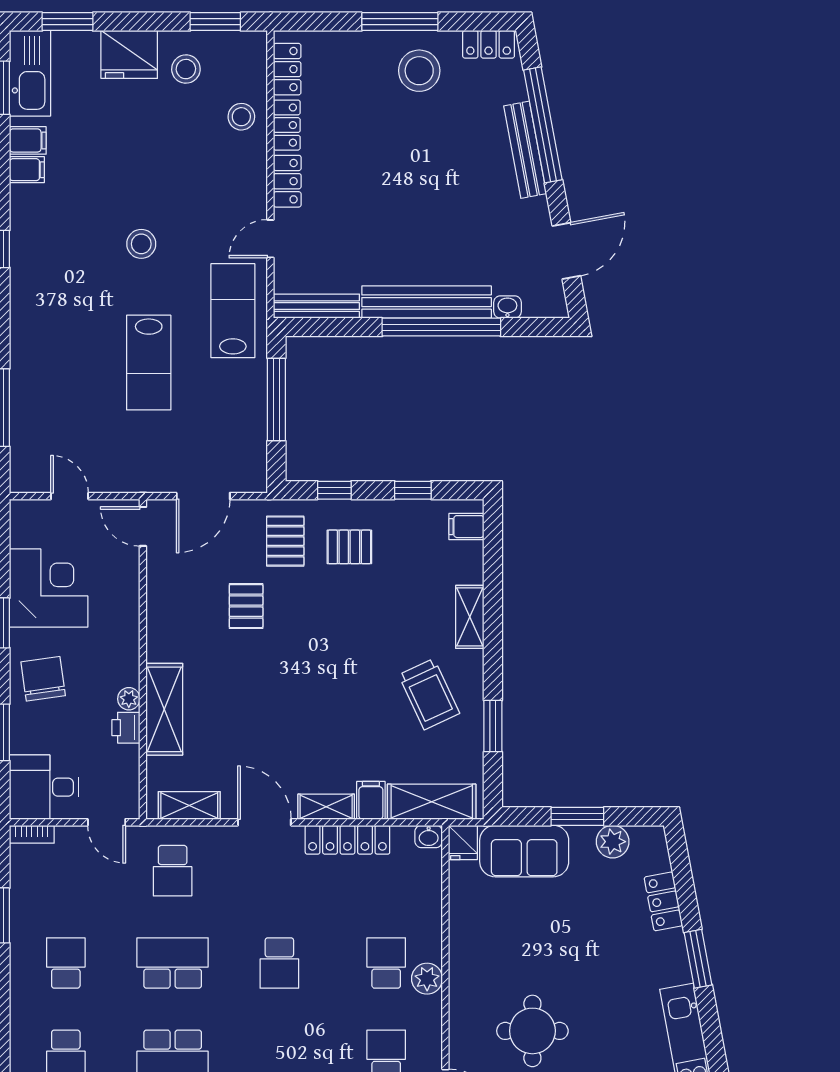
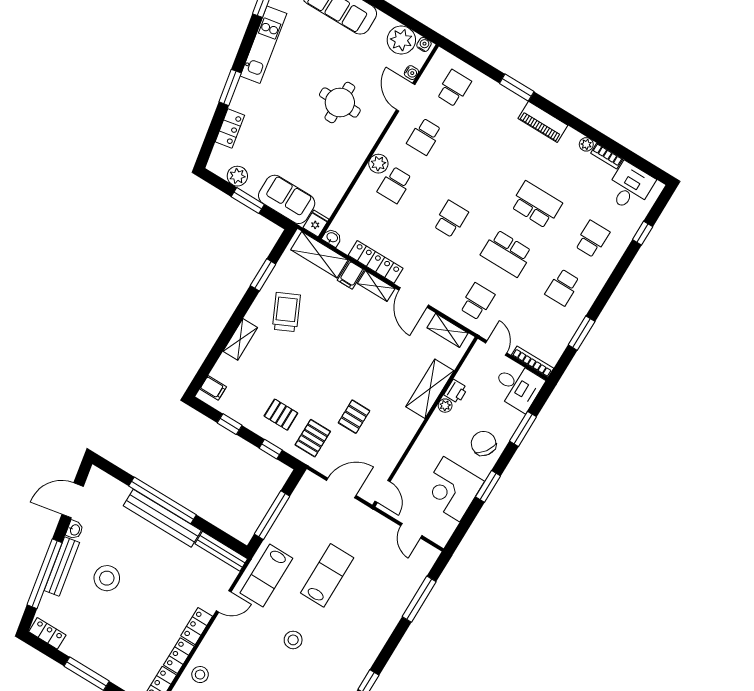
stool: (419, 71) -> (107, 578), moved
washbasin: (507, 307) -> (75, 530), moved, turned -101
chair: (43, 679) -> (484, 443), turned 133
bookcase: (32, 834) -> (533, 362), width x1.56

